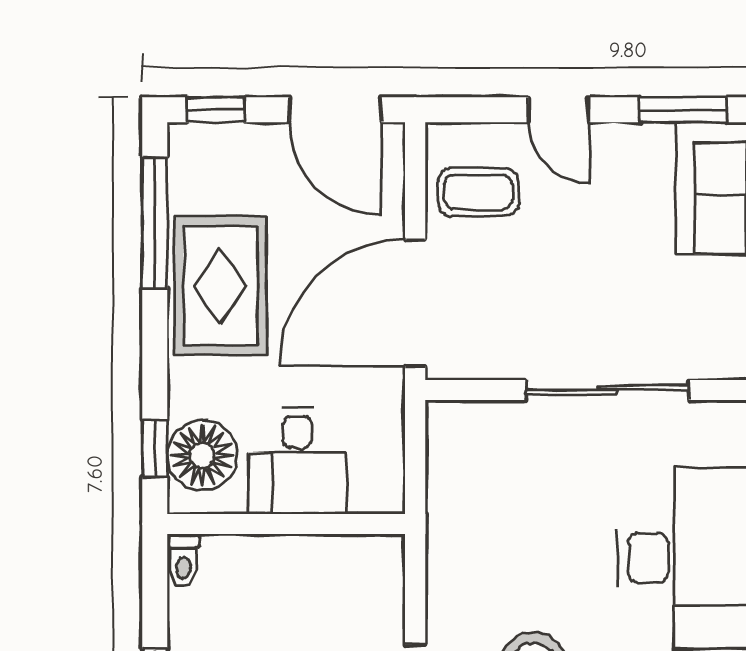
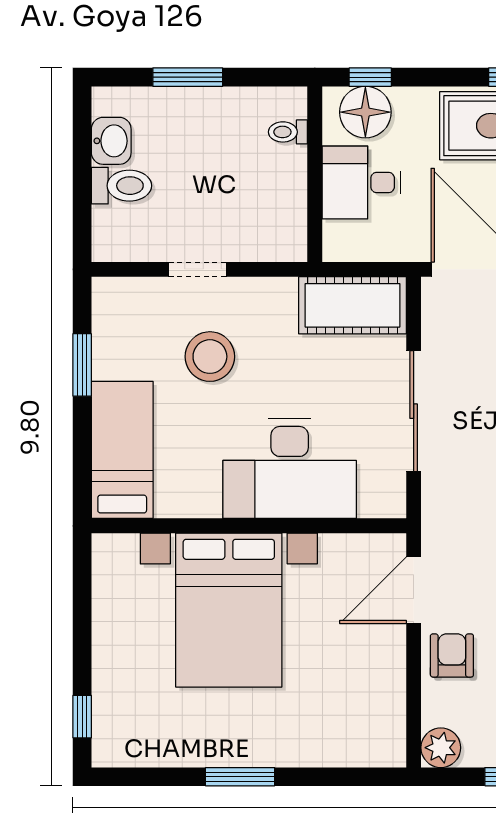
cot: (464, 473) -> (353, 305), added
toilet: (183, 560) -> (288, 132), moved

